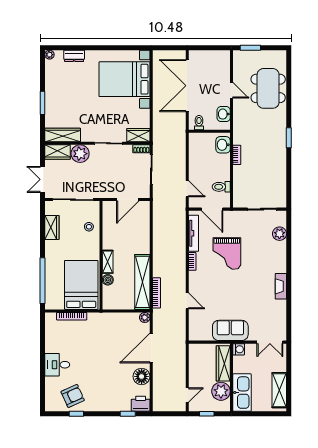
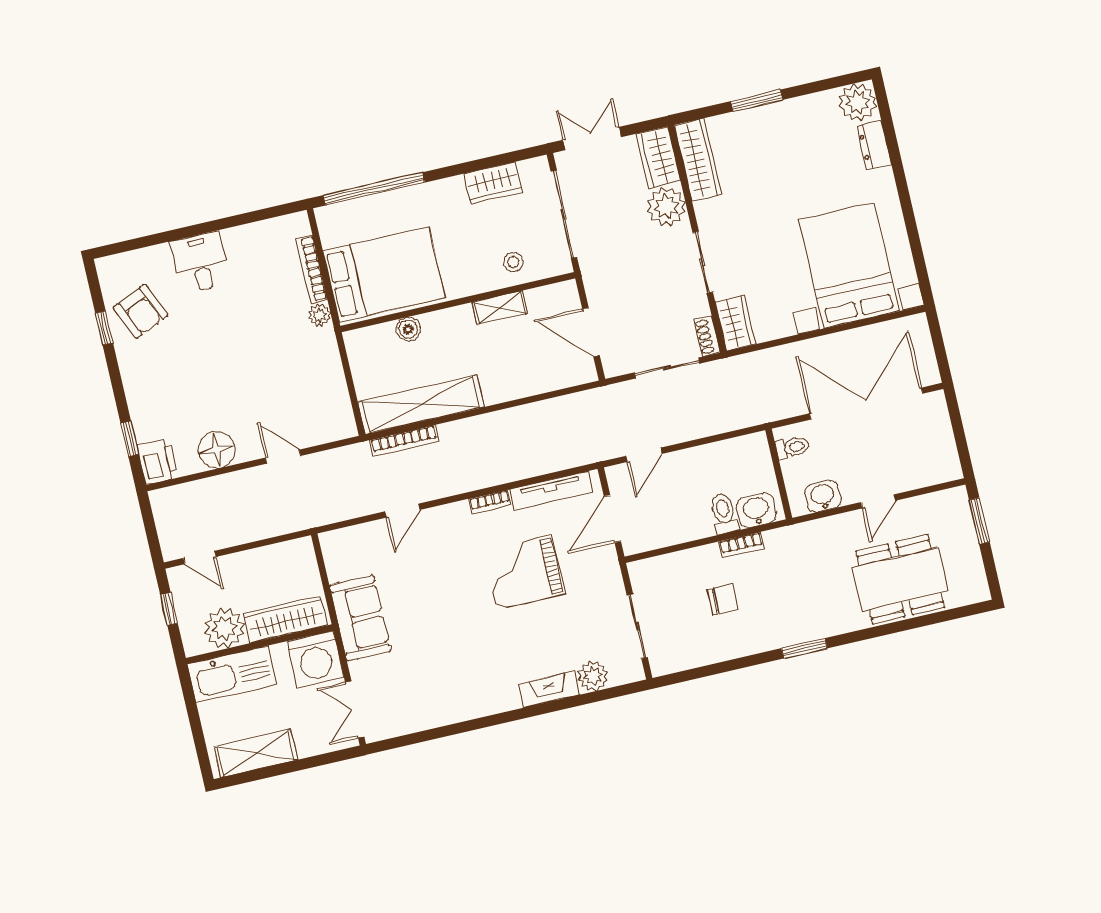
plant: (49, 55) -> (858, 102), width x1.88, depth x1.88
chair: (259, 168) -> (723, 600), added
toilet: (221, 187) -> (724, 514), moved
shelving: (108, 262) -> (500, 308), moved
fireplace: (281, 286) -> (549, 689), moved
plant: (145, 317) -> (320, 315), moved
door: (151, 348) -> (283, 457), width x0.53
washing machine: (239, 349) -> (315, 659), width x1.89, depth x1.89

